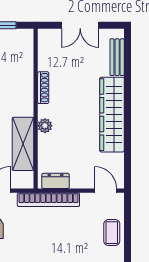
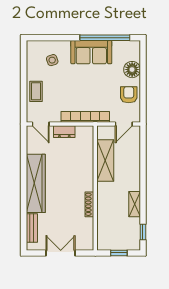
plant: (45, 126) -> (88, 175), removed
dresser: (55, 181) -> (64, 132), moved

